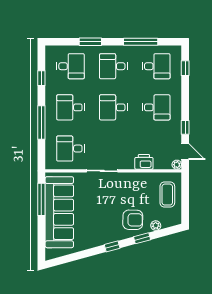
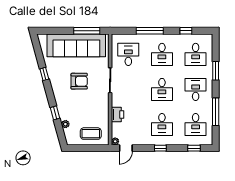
desk: (70, 107) -> (162, 54), turned 180
desk: (113, 107) -> (162, 89), turned 180
window: (185, 127) -> (160, 148), moved
armchair: (133, 220) -> (79, 81), moved, turned -91
window: (112, 246) -> (44, 74), moved

